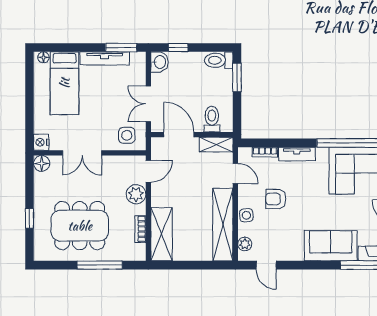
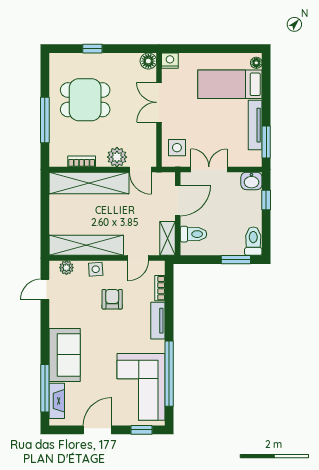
dining table: (80, 226) -> (85, 100), width x0.73
shelving: (161, 234) -> (89, 183), width x1.47

